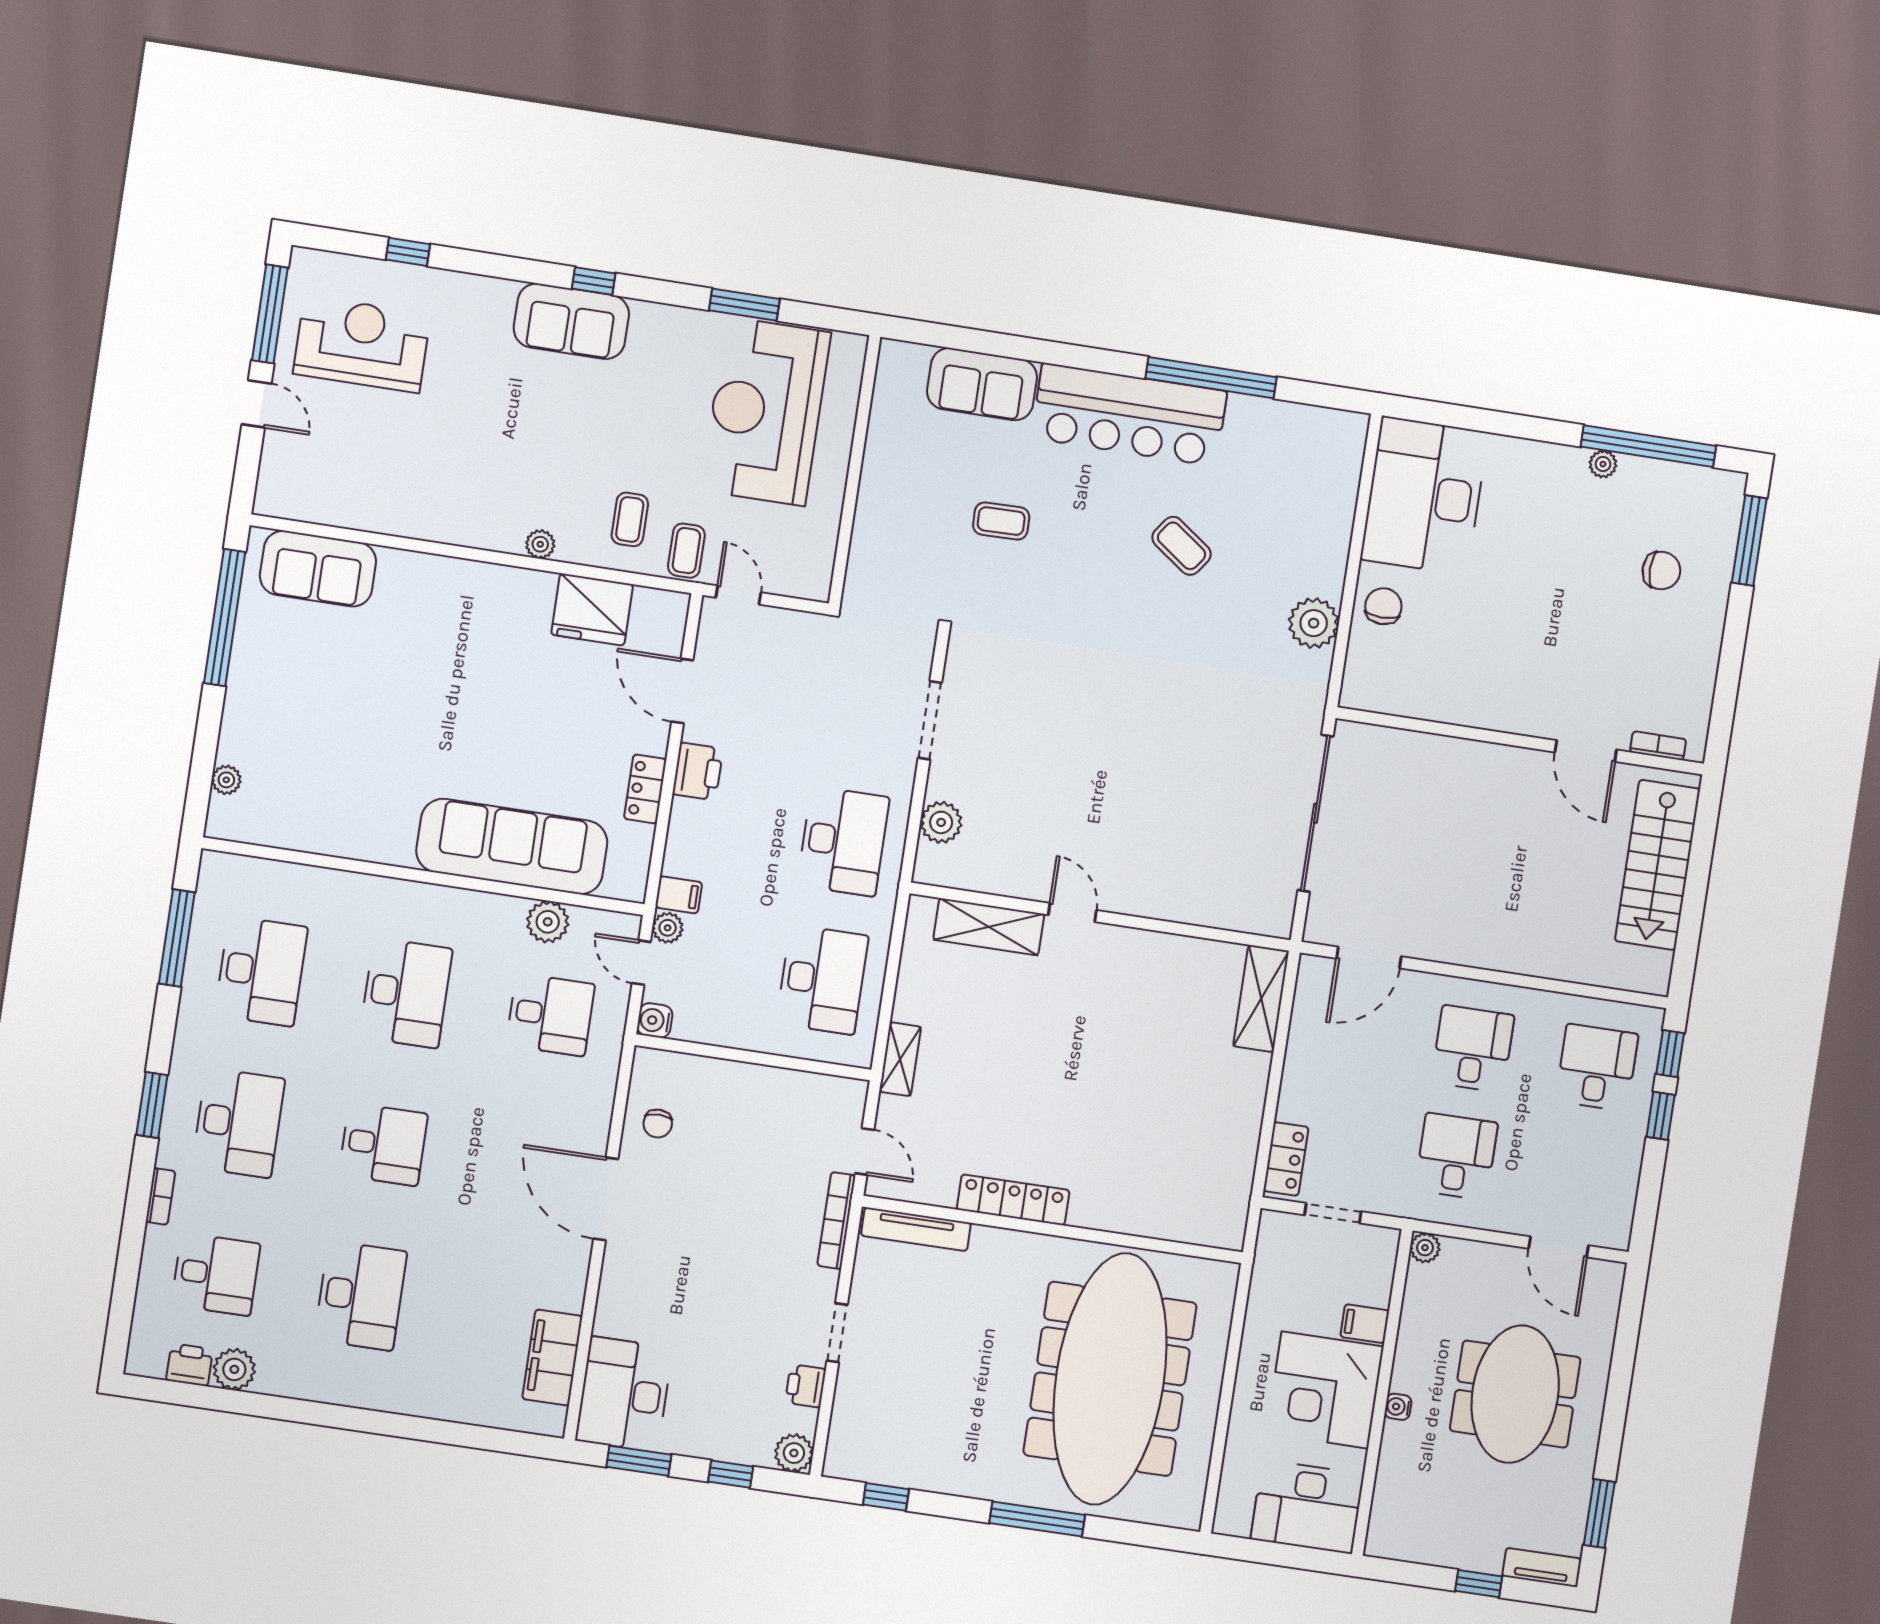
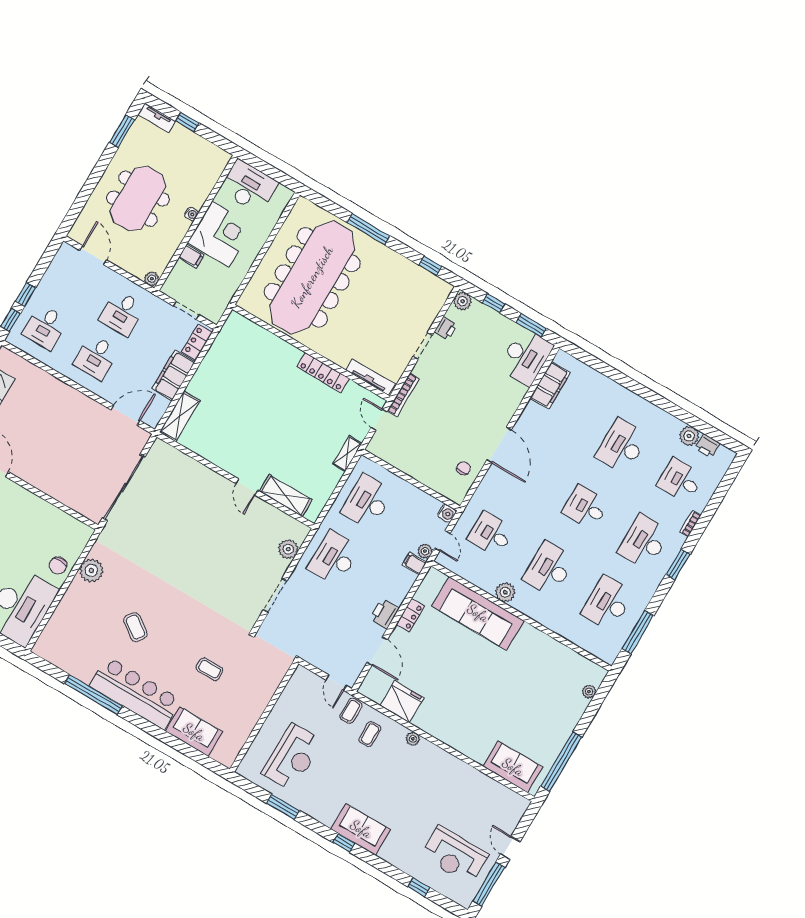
reception desk: (766, 411) -> (292, 757), width x0.74, depth x0.77
plant: (548, 922) -> (505, 592), moved
filing cabinet: (1306, 1075) -> (173, 375), added

